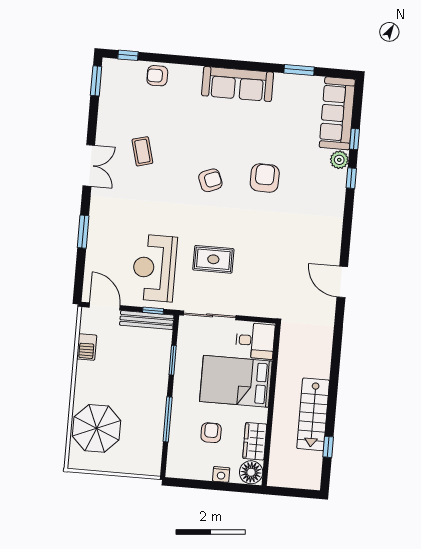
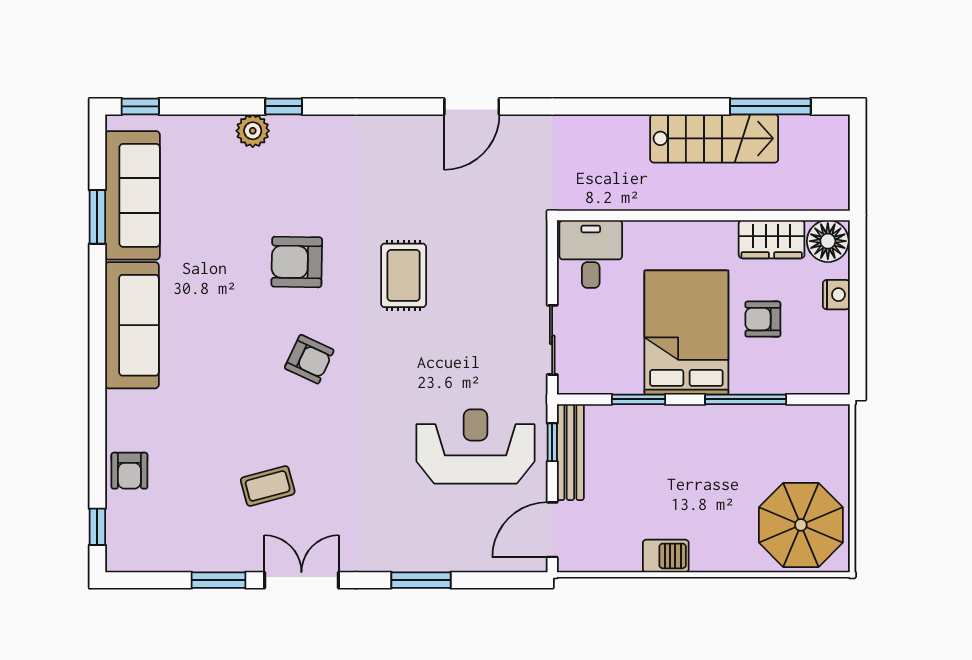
window: (96, 81) -> (219, 580), moved
sofa: (337, 113) -> (132, 195), moved, turned -90
window: (355, 139) -> (140, 106), moved
armchair: (210, 180) -> (309, 359), turned 137
rug: (213, 259) -> (404, 275), moved
reception desk: (154, 268) -> (475, 446), turned 180
sliding door: (210, 315) -> (552, 340), width x0.73
barbecue: (87, 347) -> (666, 556), moved
bed: (236, 381) -> (686, 332), moved, turned 180
parasol: (97, 428) -> (801, 525), moved
window: (328, 447) -> (770, 106), width x2.17

